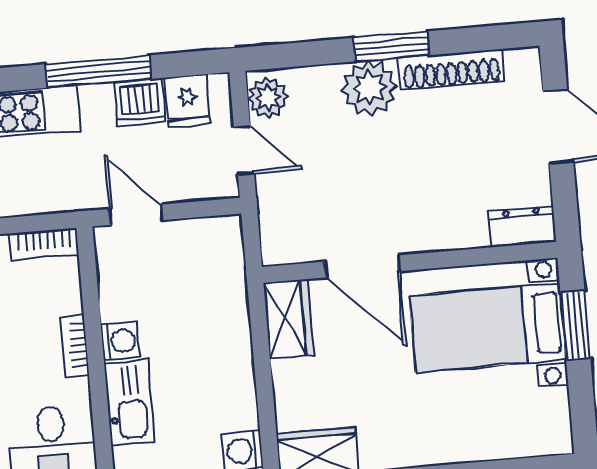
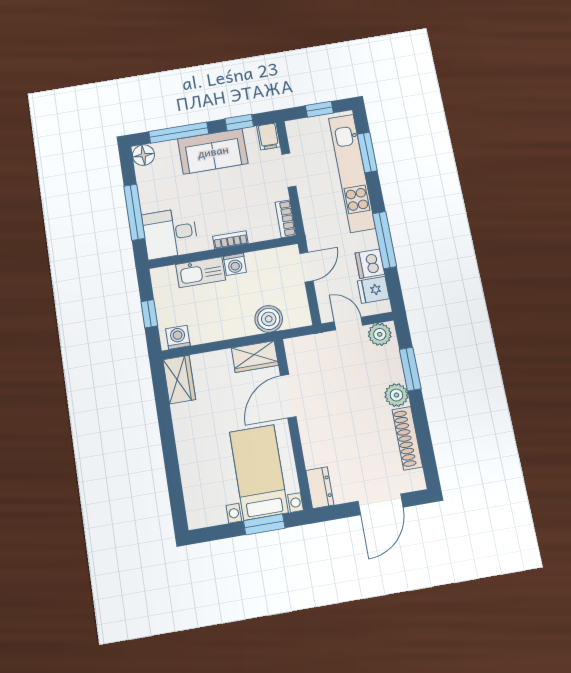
window: (391, 46) -> (410, 369), moved
plant: (369, 88) -> (396, 395), width x0.73, depth x0.73
door: (244, 150) -> (348, 324), swing flipped
boiler: (224, 289) -> (269, 319), added

